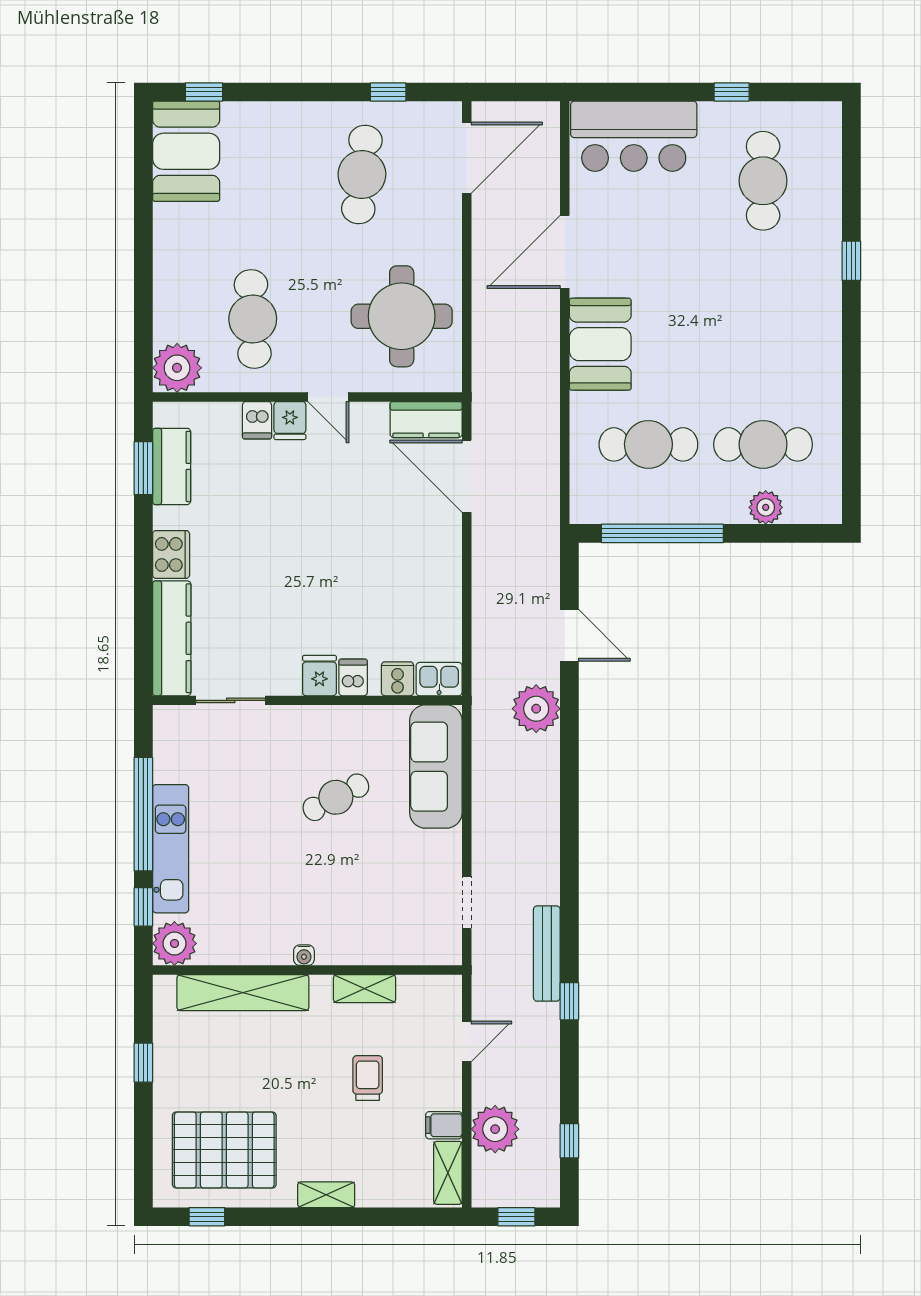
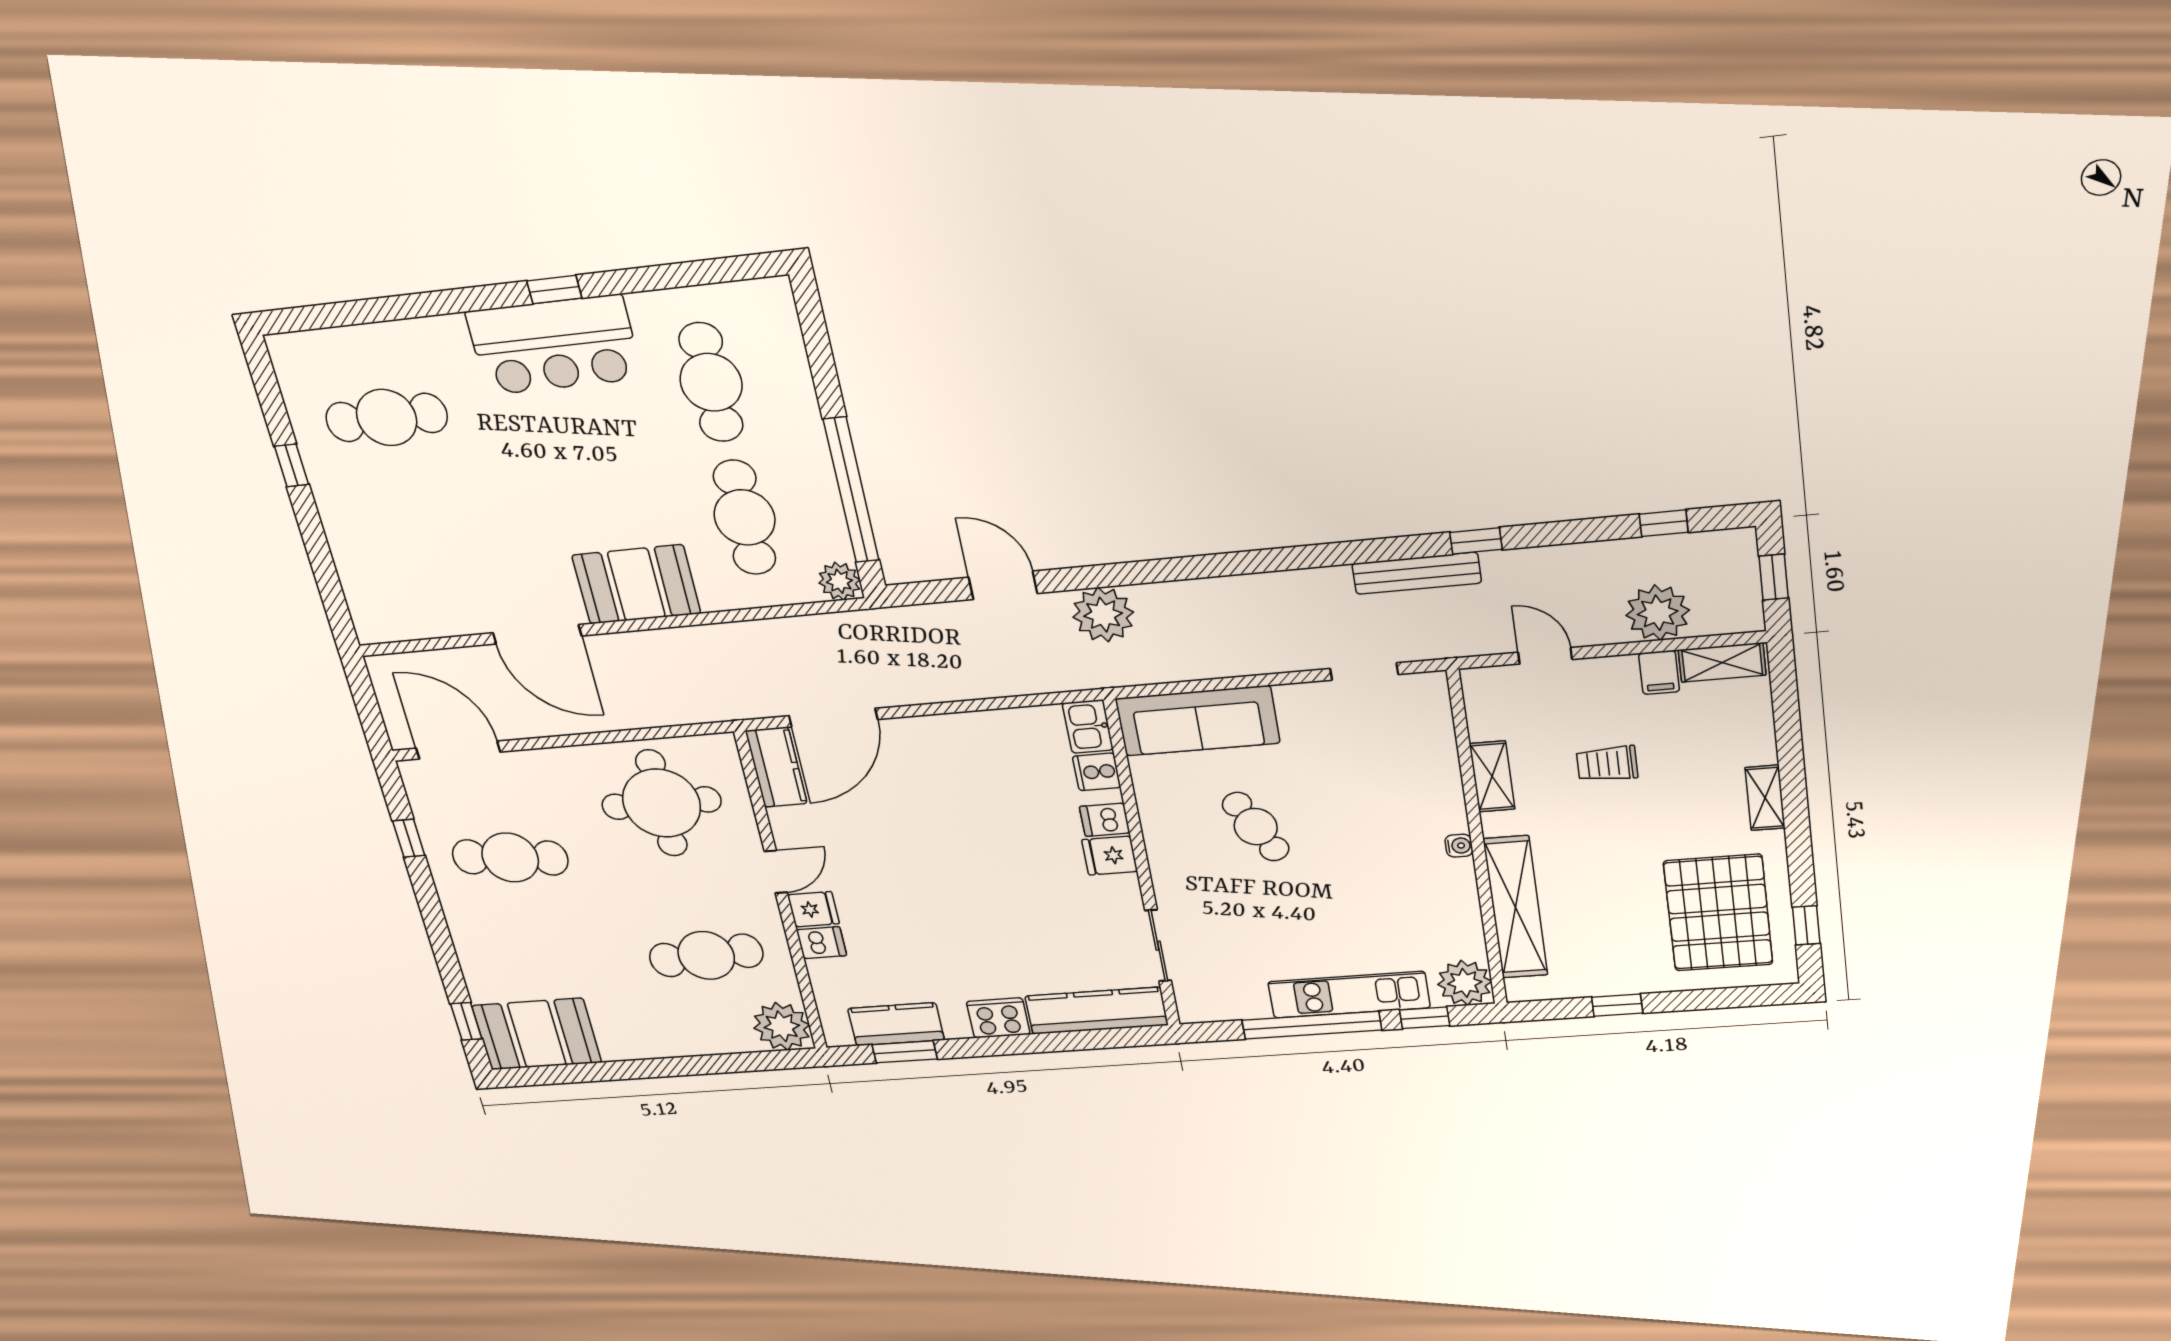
bar counter: (634, 136) -> (554, 345), moved, turned 90
window: (851, 261) -> (554, 289), moved
plant: (766, 507) -> (839, 581), moved
door: (569, 635) -> (1003, 585), hinge flipped

